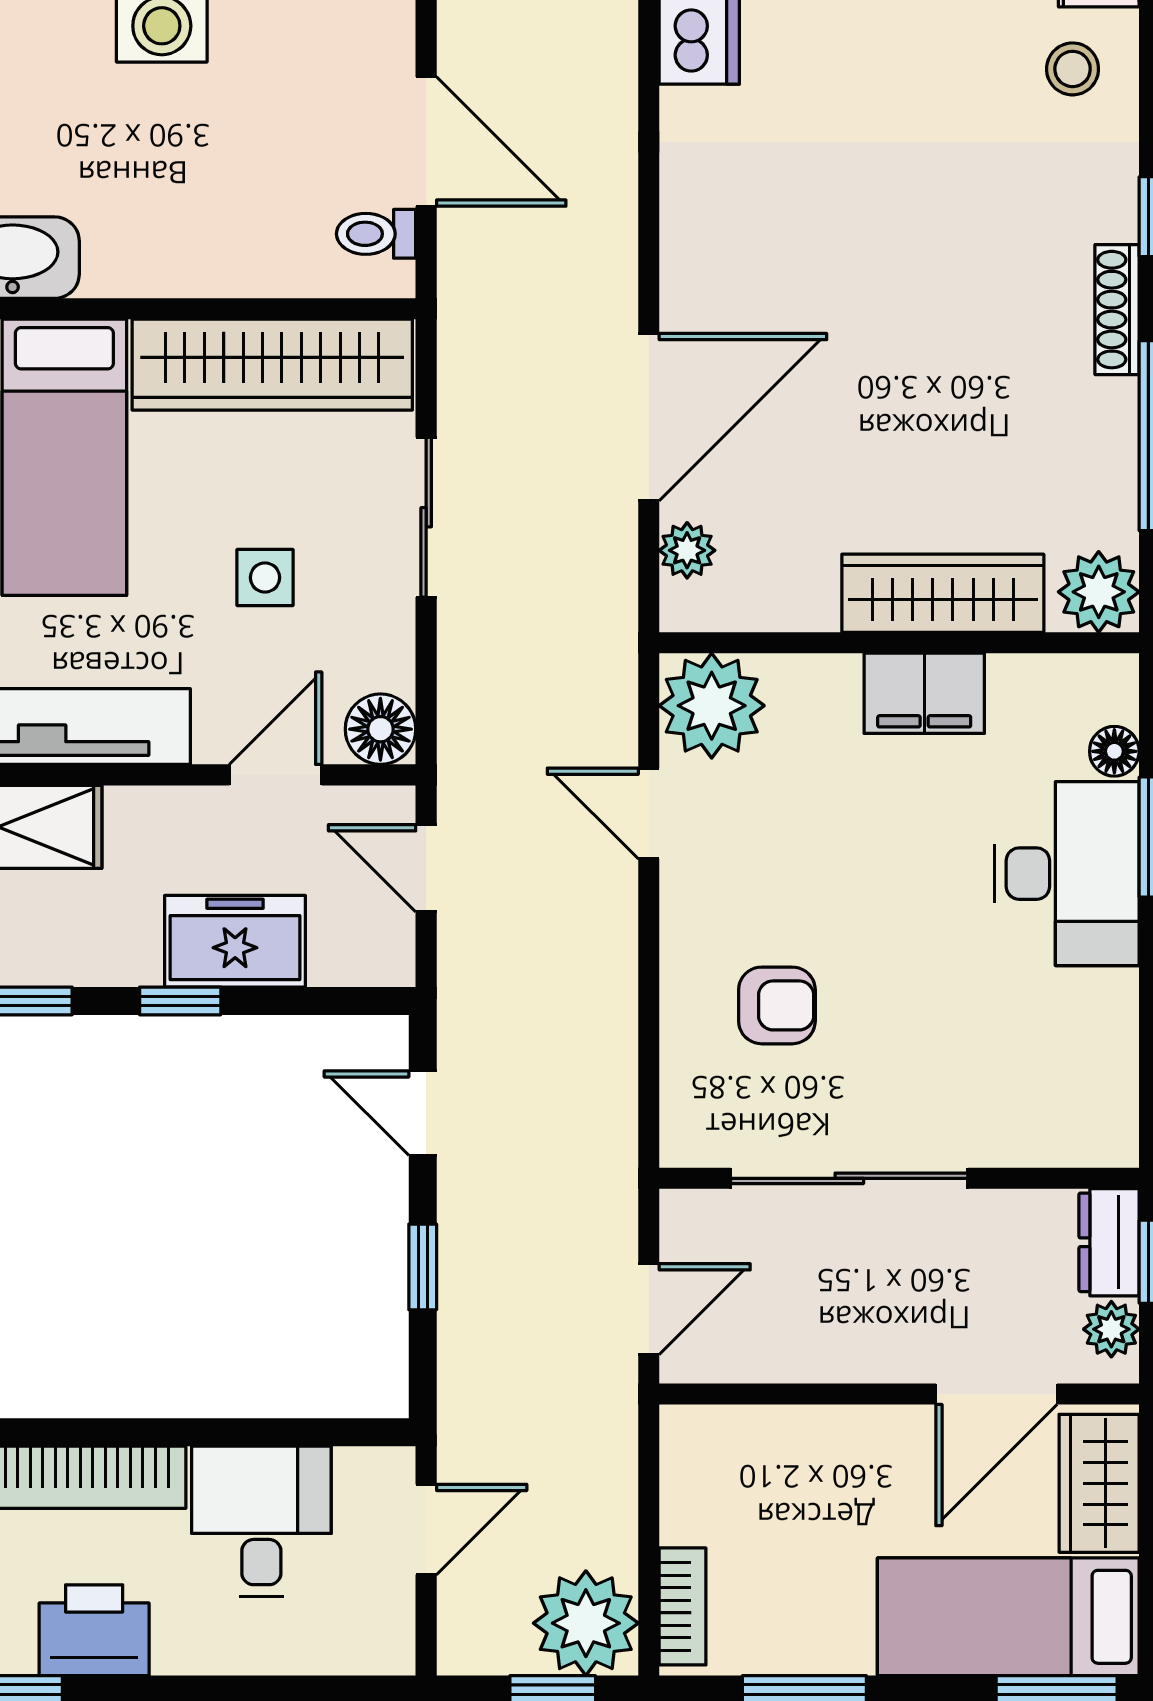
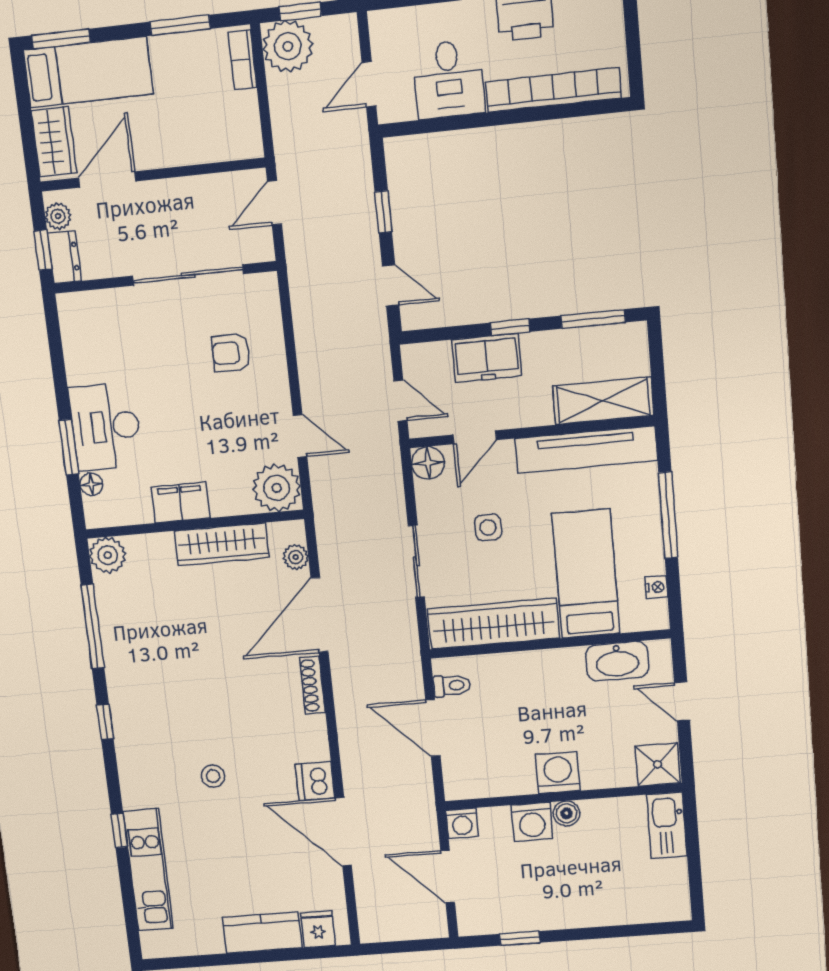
stool: (1073, 69) -> (213, 776), moved
shoe rack: (1117, 310) -> (312, 685), moved, turned 180
wardrobe: (943, 593) -> (222, 544), moved

